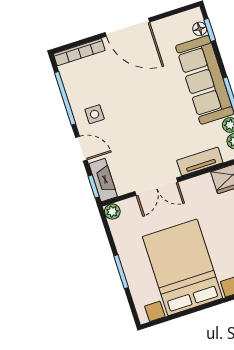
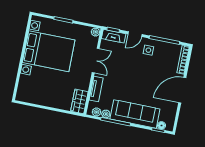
double door: (156, 187) -> (96, 61), swing flipped

